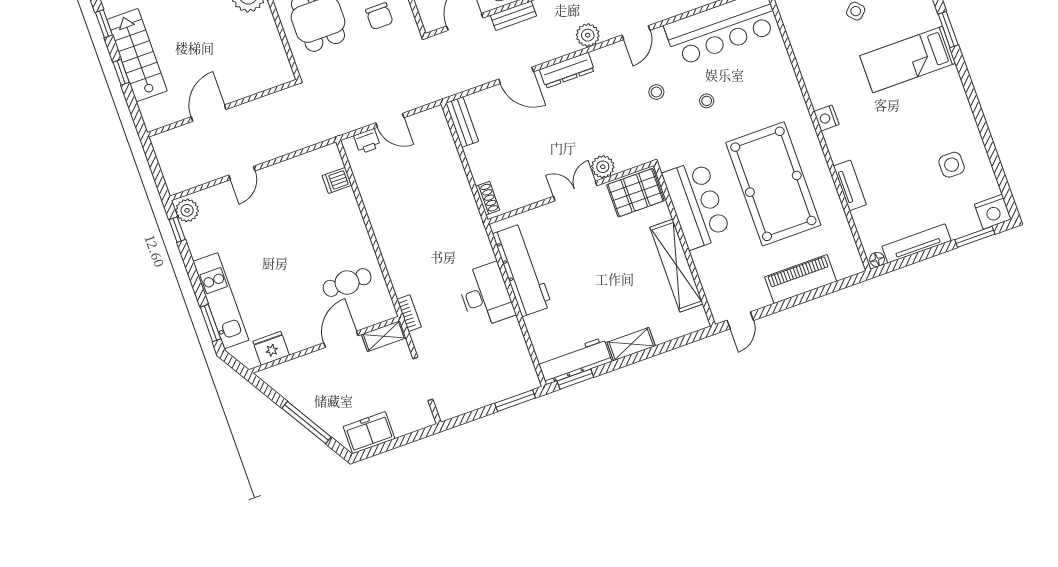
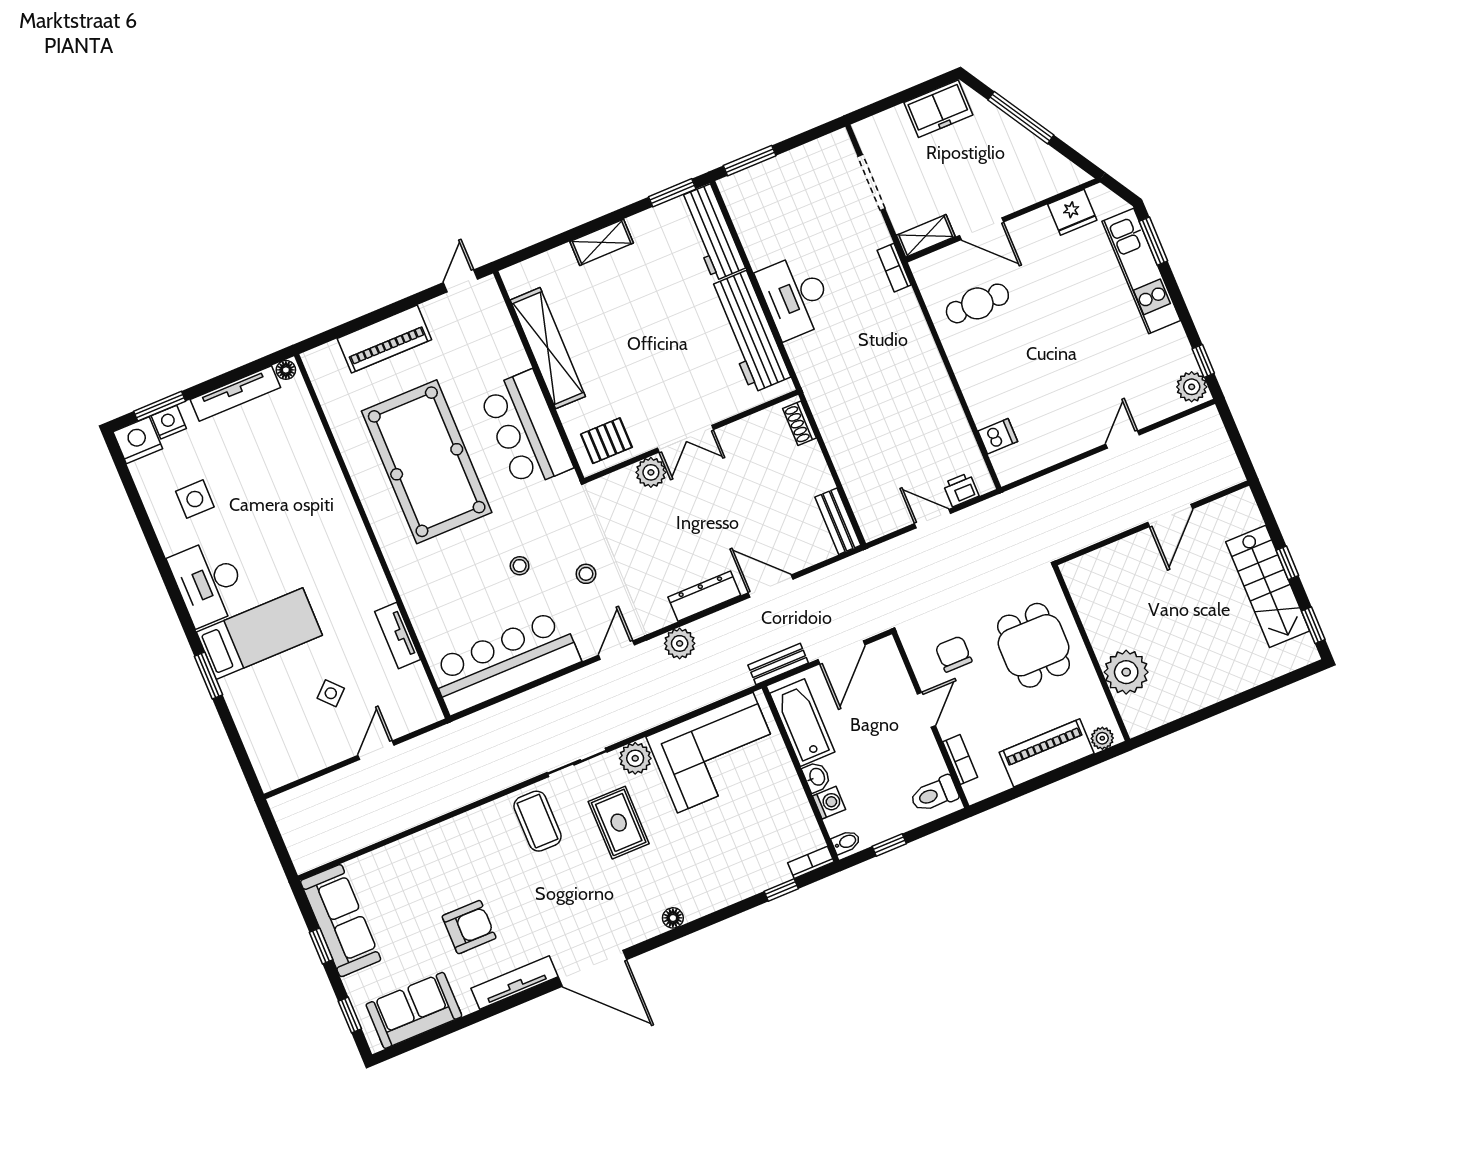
desk: (944, 101) -> (209, 582), added
nightstand: (826, 118) -> (169, 422), moved, turned -90
tv unit: (850, 185) -> (398, 635), moved
pallet: (635, 193) -> (606, 441), width x0.67, depth x0.71
door: (341, 339) -> (982, 229), hinge flipped
workbench: (575, 361) -> (712, 233), moved, turned 90

